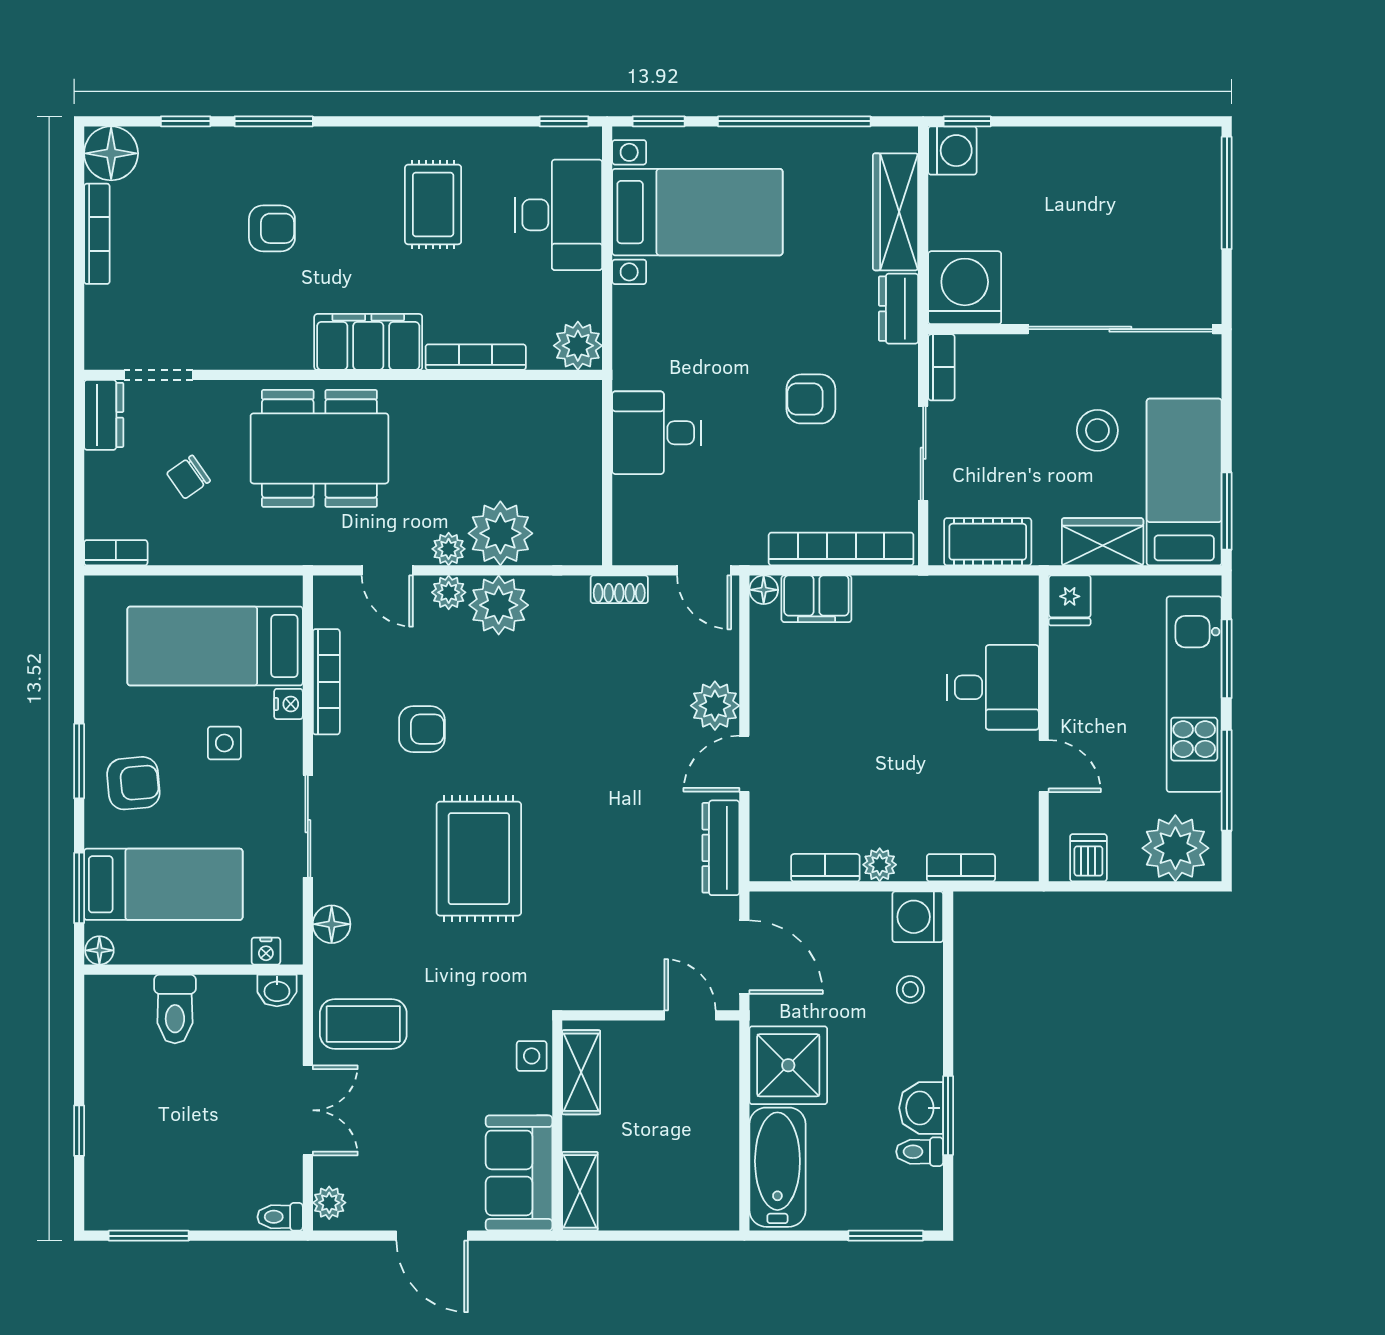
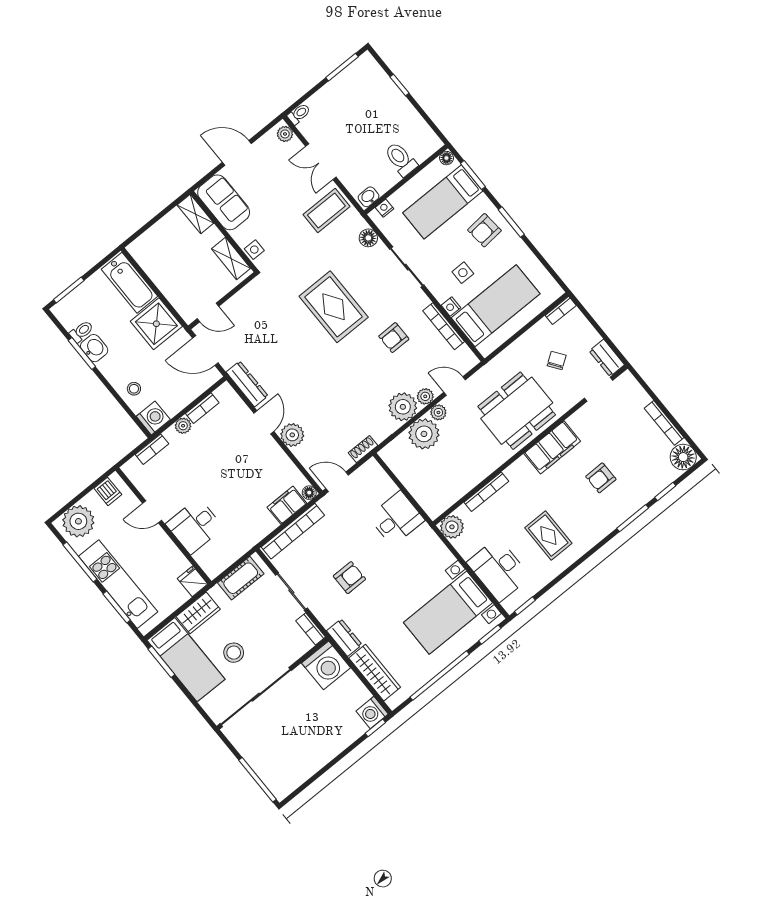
filing cabinet: (368, 342) -> (552, 447), moved

